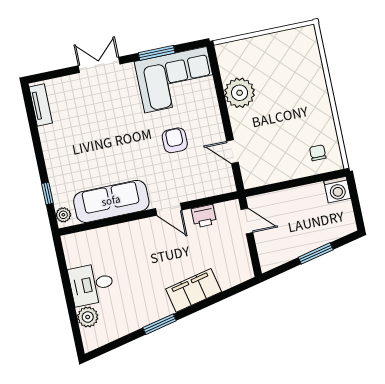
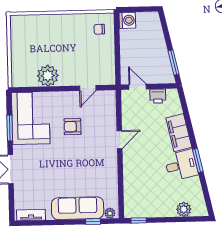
sofa: (111, 201) -> (78, 208), moved, turned 90
printer: (204, 216) -> (158, 96), moved, turned 90
door: (247, 221) -> (138, 87), hinge flipped
window: (316, 253) -> (174, 62), moved
window: (61, 257) -> (139, 220), added
desk: (92, 284) -> (181, 165), moved, turned -103

